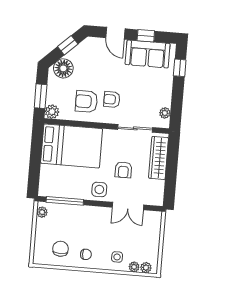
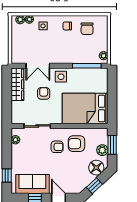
armchair: (86, 101) -> (76, 144), turned 180
plant: (52, 112) -> (102, 150), moved
wardrobe: (159, 158) -> (17, 84), moved
double door: (128, 206) -> (38, 66), swing flipped

